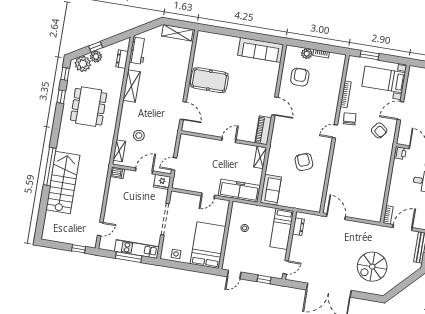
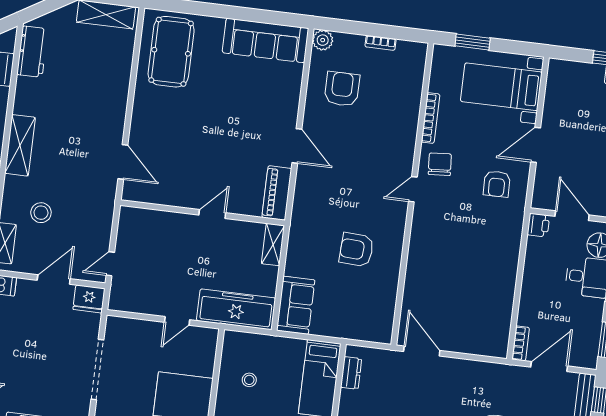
plant: (307, 54) -> (323, 40), moved
pool table: (209, 80) -> (171, 52), moved, turned 90
shelving: (132, 86) -> (20, 145), moved
armchair: (379, 130) -> (497, 184), turned 52
armchair: (304, 162) -> (356, 250), turned -65

